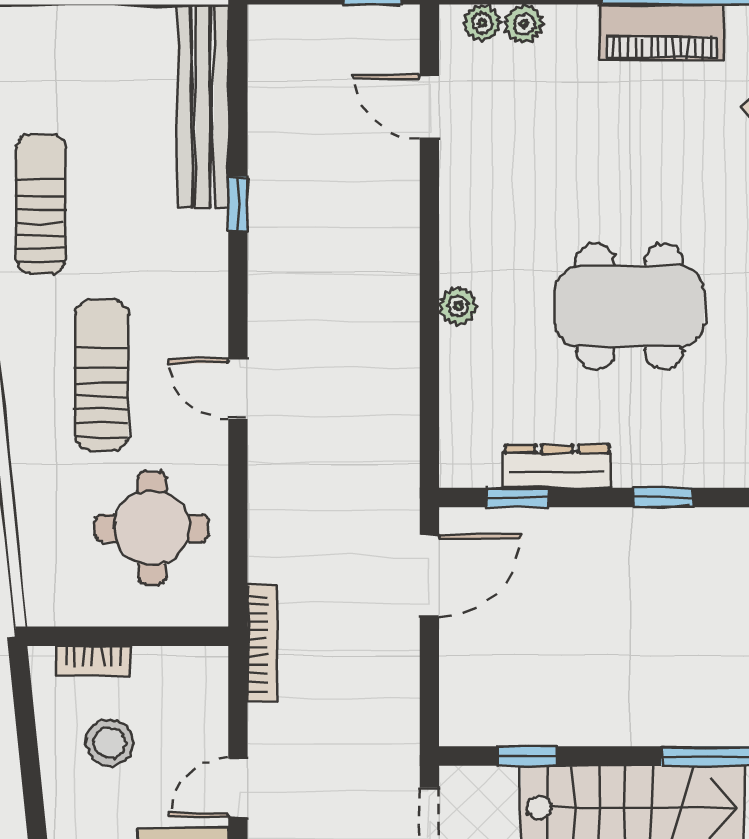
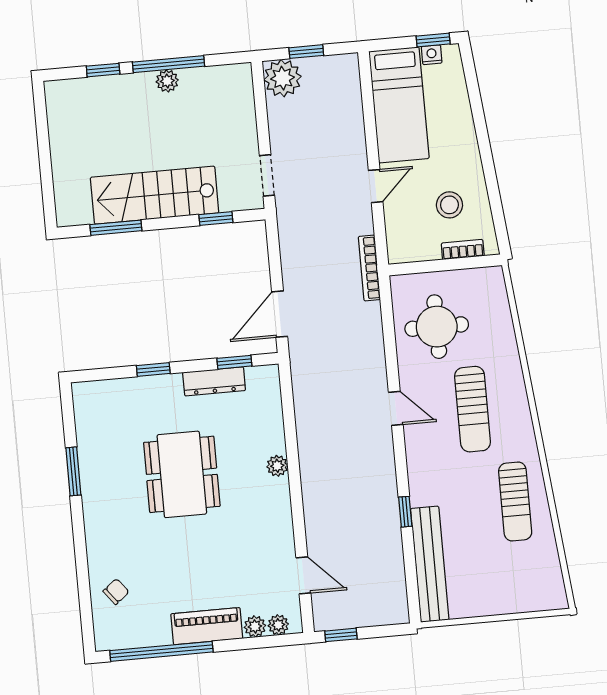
piano: (662, 32) -> (207, 626), moved
dining table: (630, 306) -> (182, 474), turned 90

